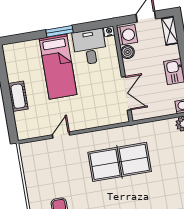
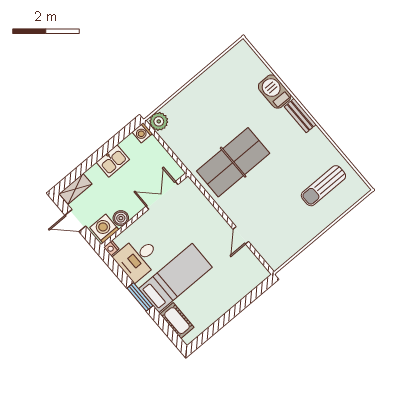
cot: (18, 96) -> (177, 321), moved, turned 90
door: (61, 135) -> (241, 235), hinge flipped
table tennis table: (120, 162) -> (233, 162), turned 90

